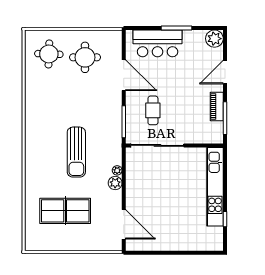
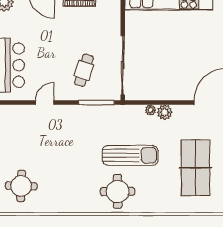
round table: (85, 57) -> (118, 191), moved
door: (124, 75) -> (45, 103), width x0.53
cafe table: (153, 110) -> (84, 70), turned -72

